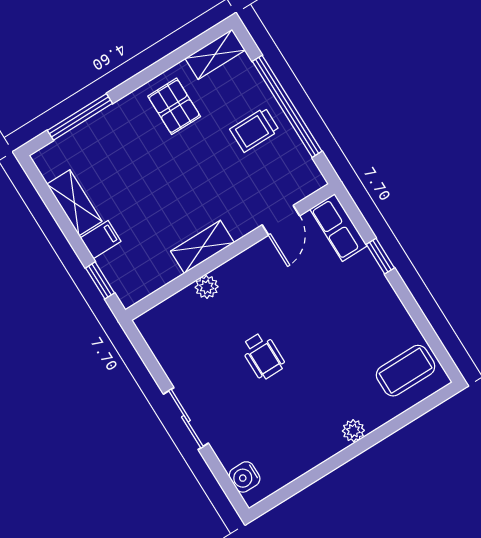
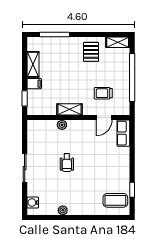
trolley: (255, 130) -> (103, 93), moved
window: (380, 256) -> (132, 190), moved
plant: (353, 431) -> (63, 210), moved

